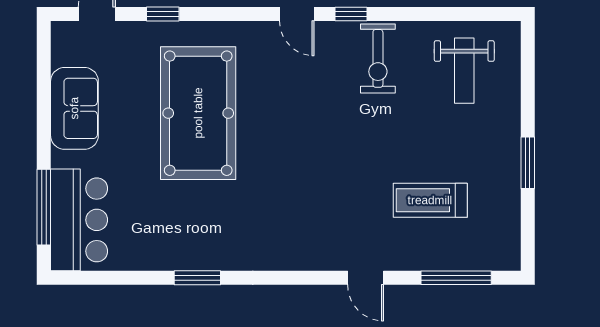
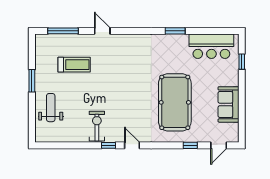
weight bench: (464, 71) -> (51, 108), moved
window: (44, 207) -> (242, 62), width x0.46
bar counter: (79, 220) -> (211, 46), moved, turned -90

